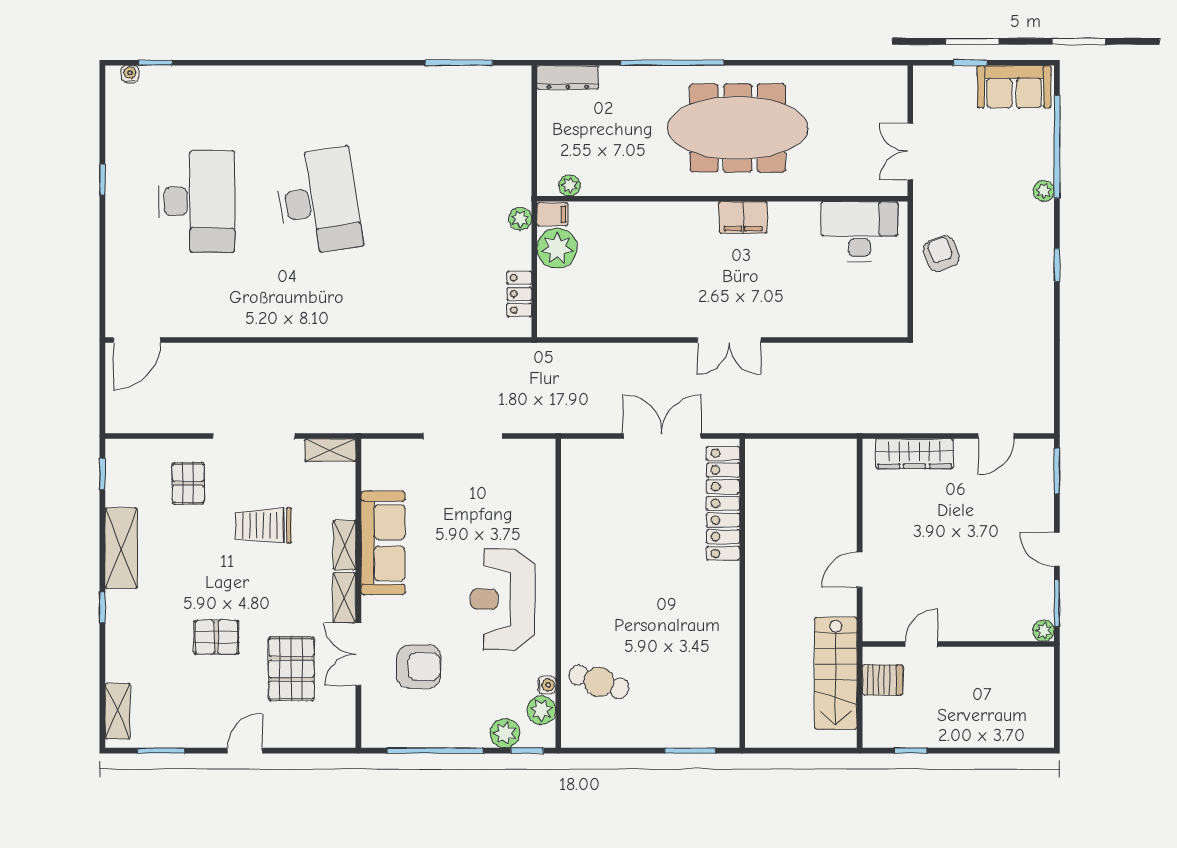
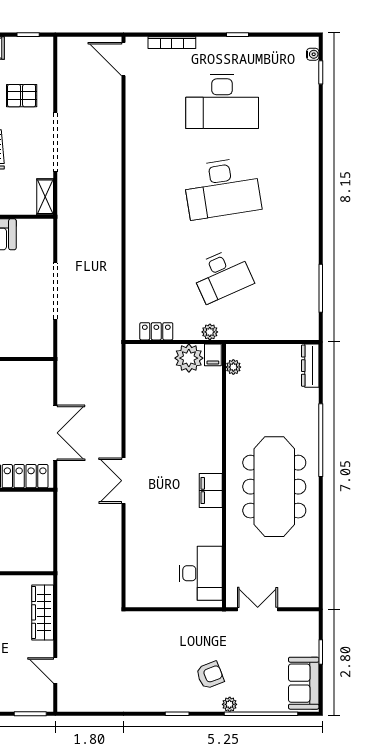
desk: (440, 201) -> (222, 275), added
armchair: (941, 254) -> (210, 675), moved
bookcase: (114, 272) -> (172, 43), added

